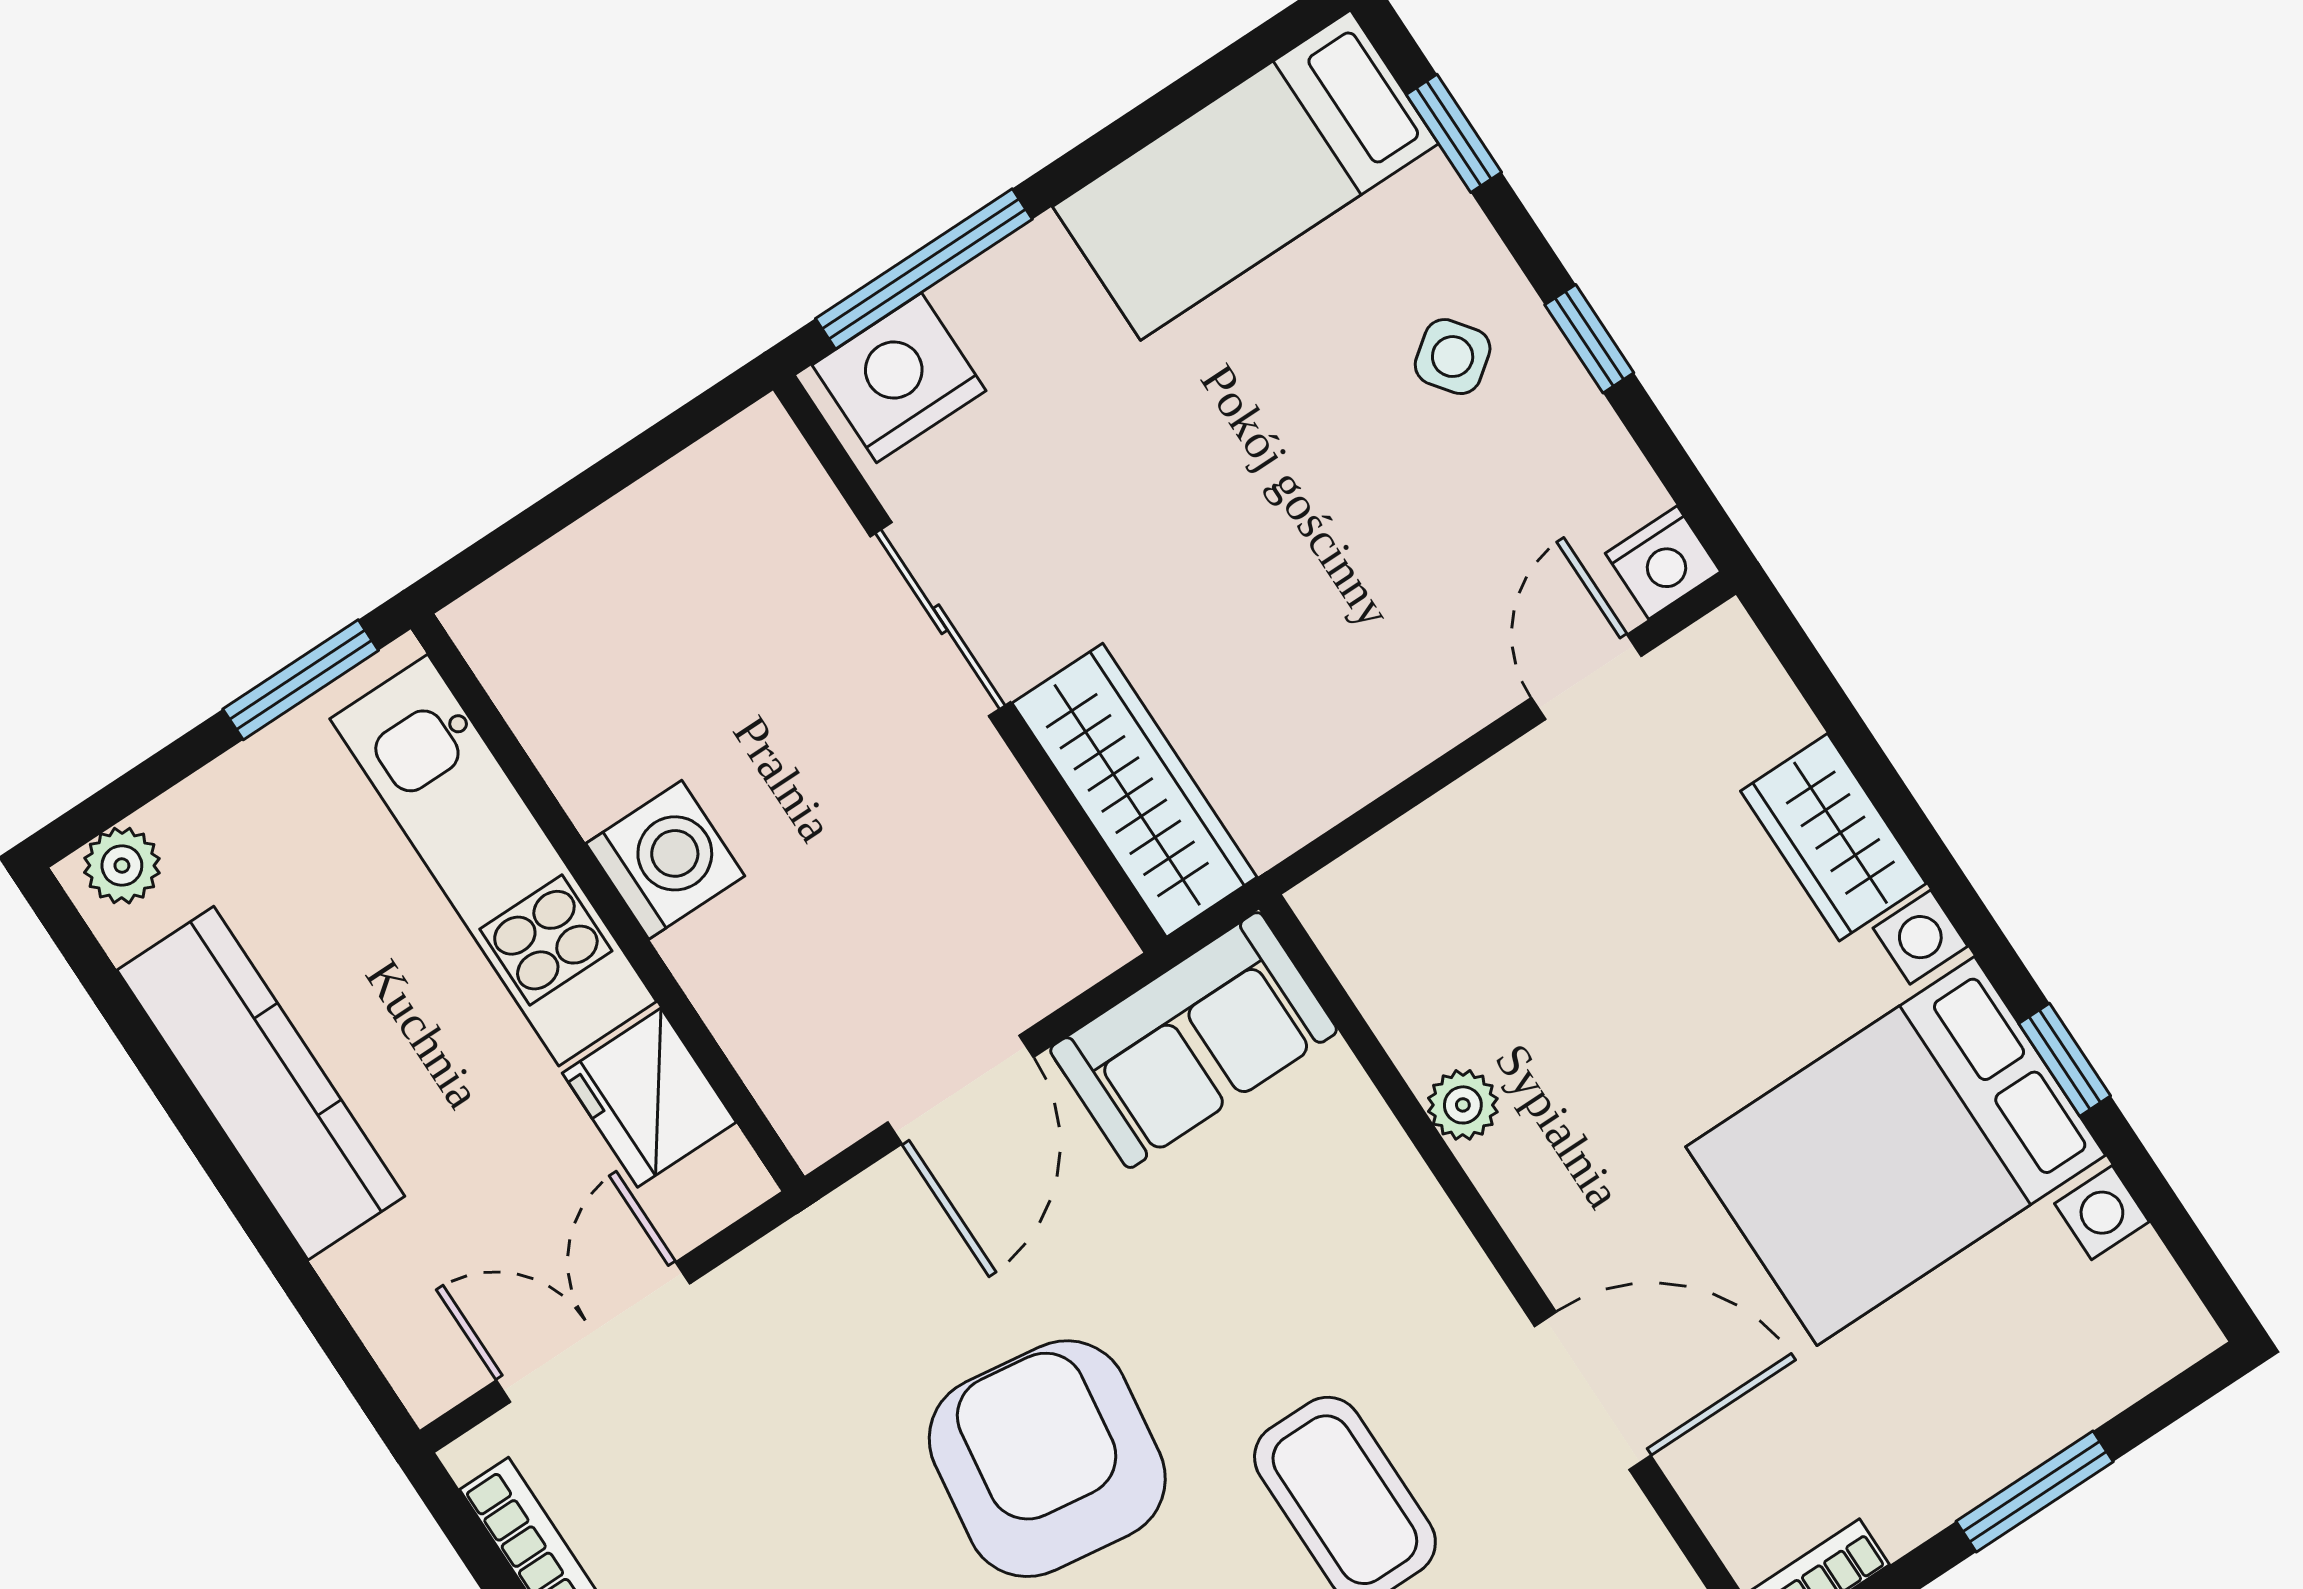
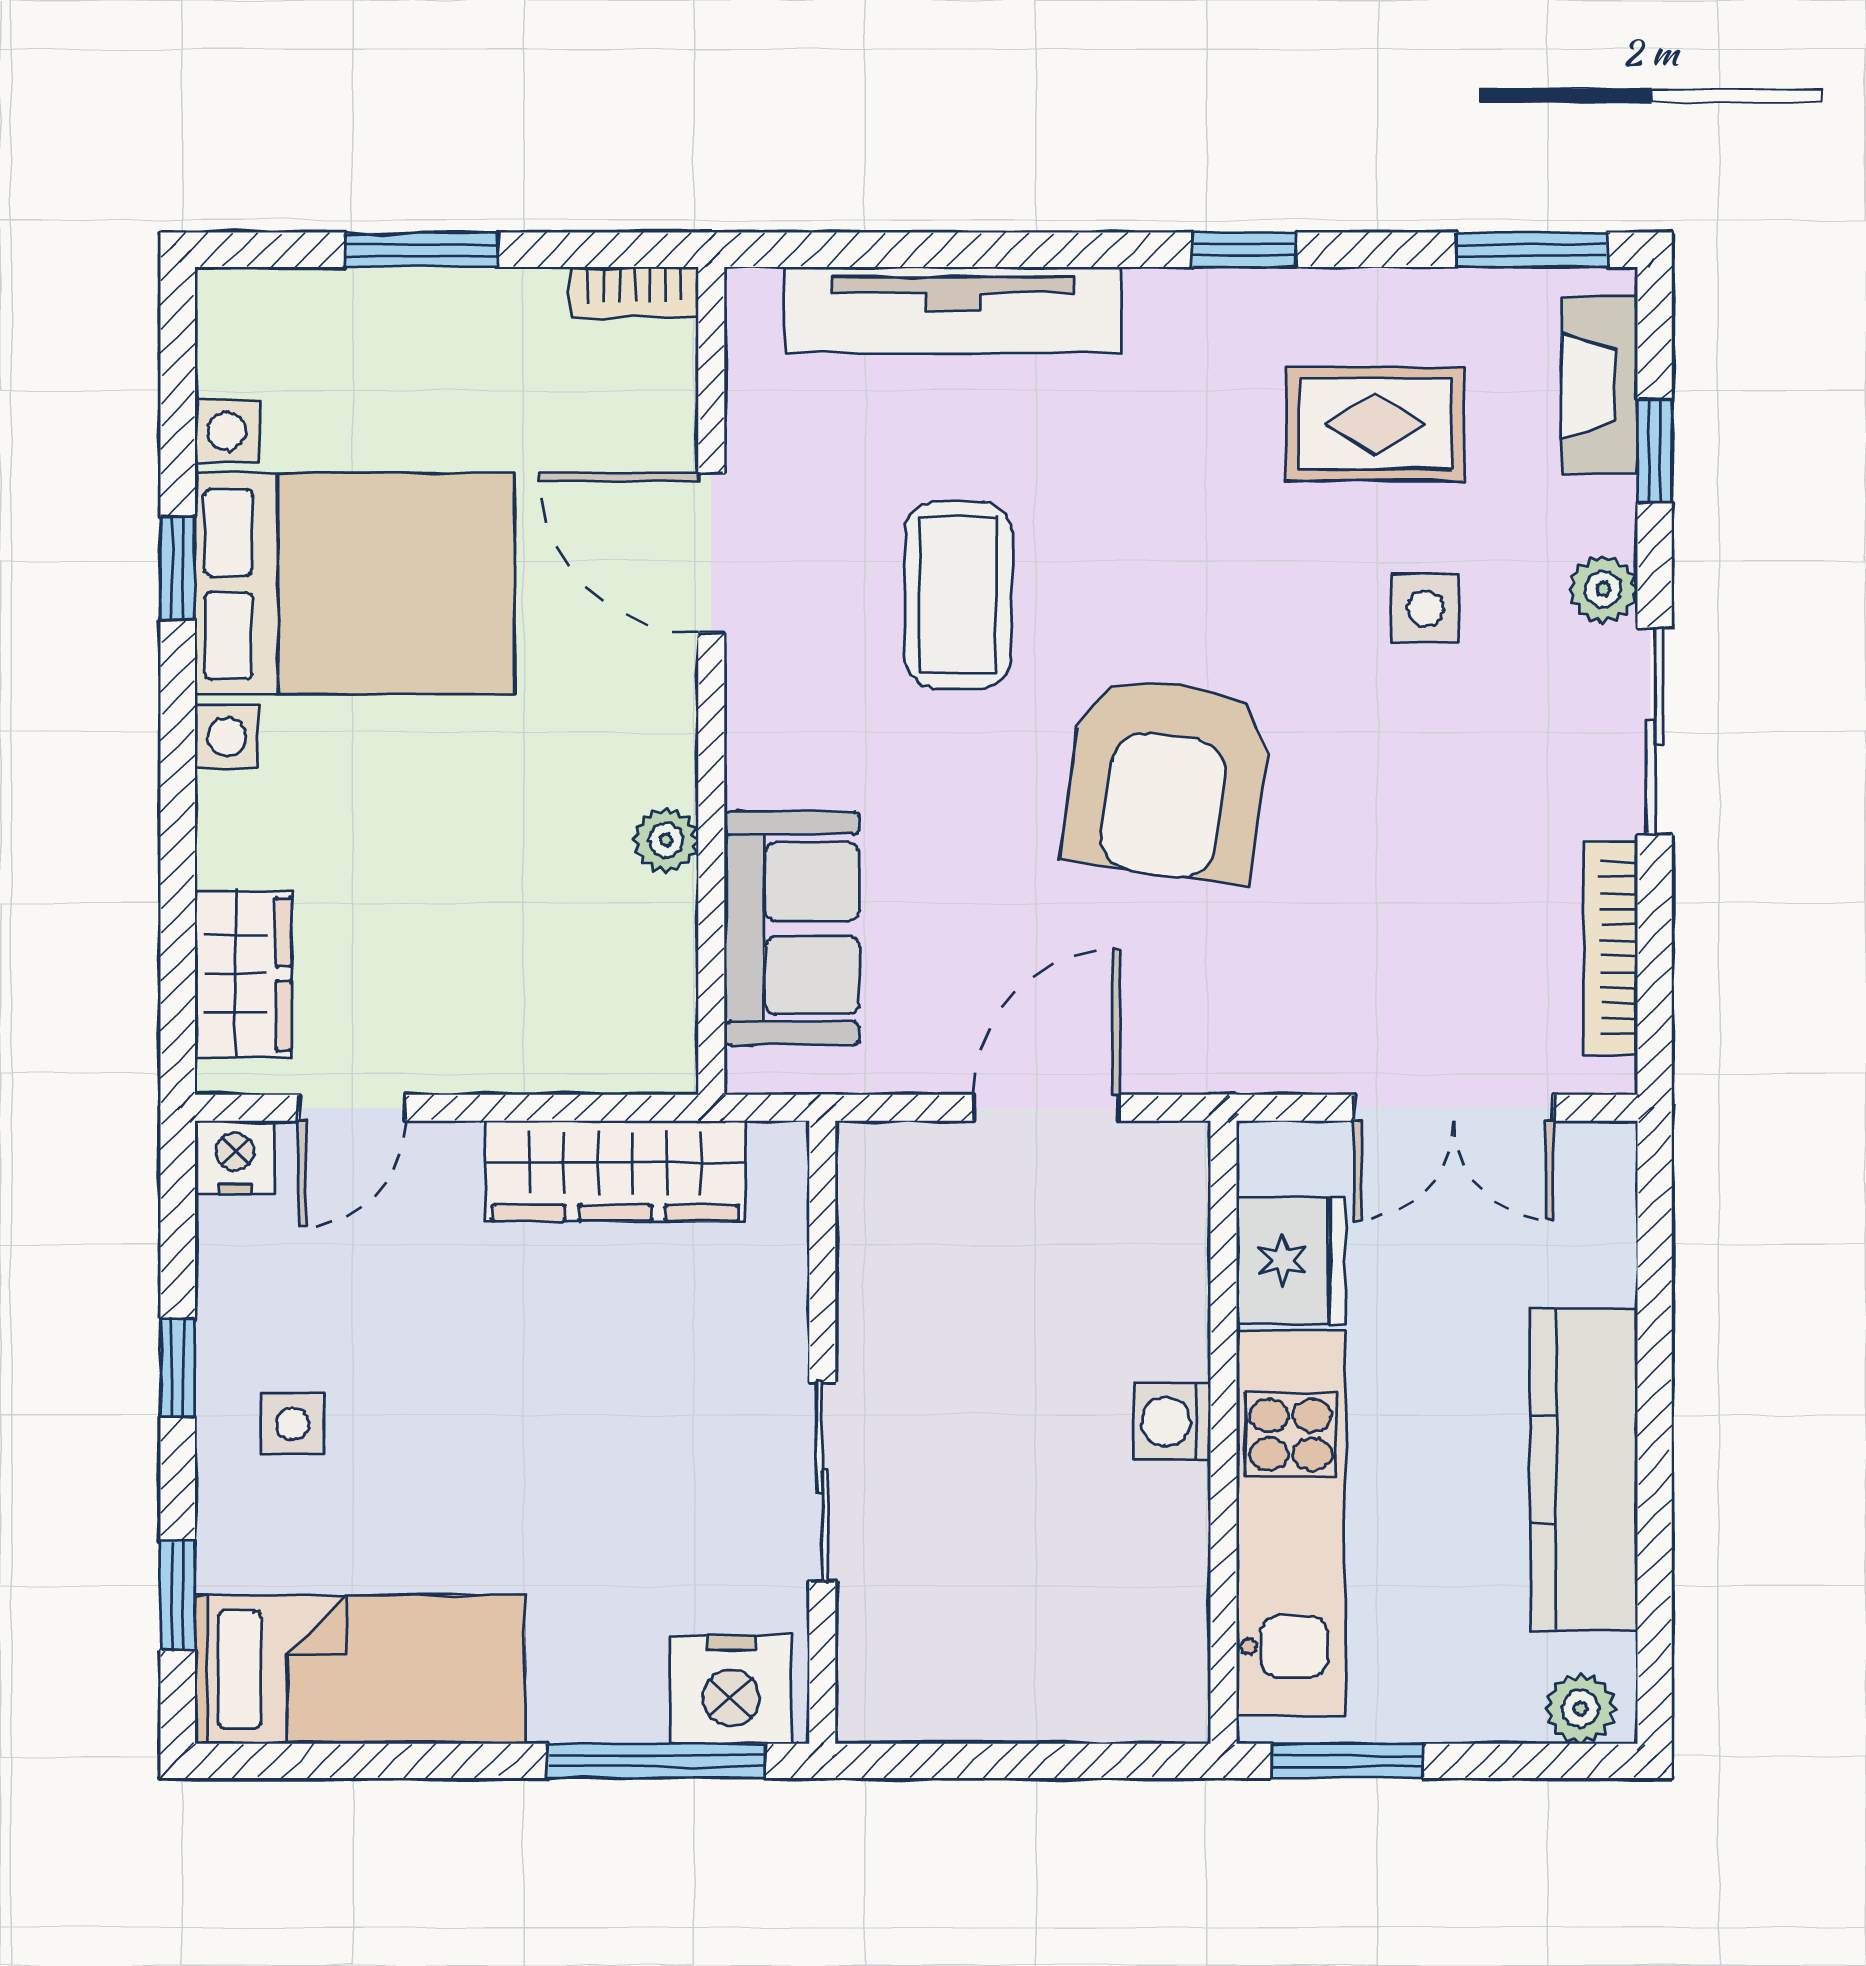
side table: (1453, 357) -> (292, 1424), turned 37
wardrobe: (1135, 790) -> (615, 1171), moved, turned -90
wardrobe: (1833, 837) -> (243, 974), moved
washing machine: (665, 860) -> (1172, 1421), width x0.73, depth x0.73
sofa: (1194, 1040) -> (792, 928), moved, turned 90

